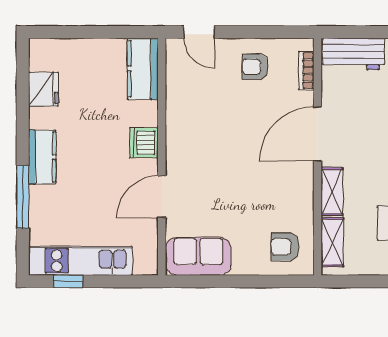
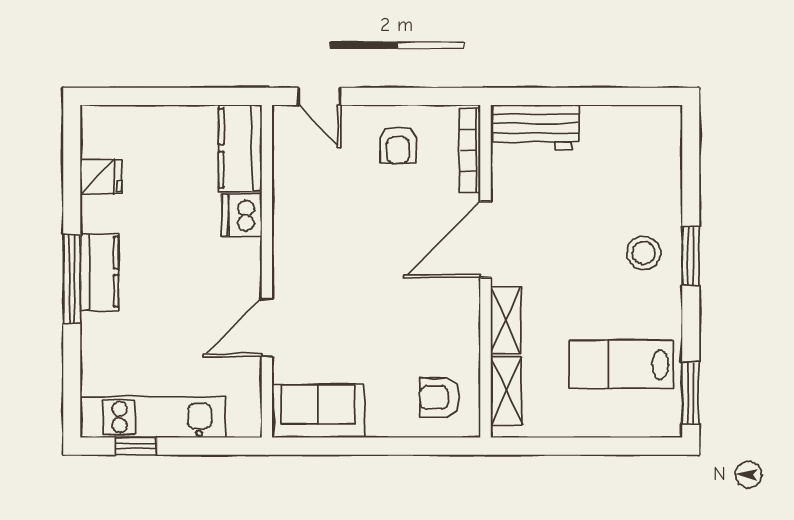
armchair: (255, 67) -> (398, 145), turned -90
bookcase: (306, 71) -> (470, 150), width x1.56
fridge: (43, 89) -> (101, 177), width x0.72
dishwasher: (144, 143) -> (242, 215), moved
window: (23, 197) -> (72, 279), moved

